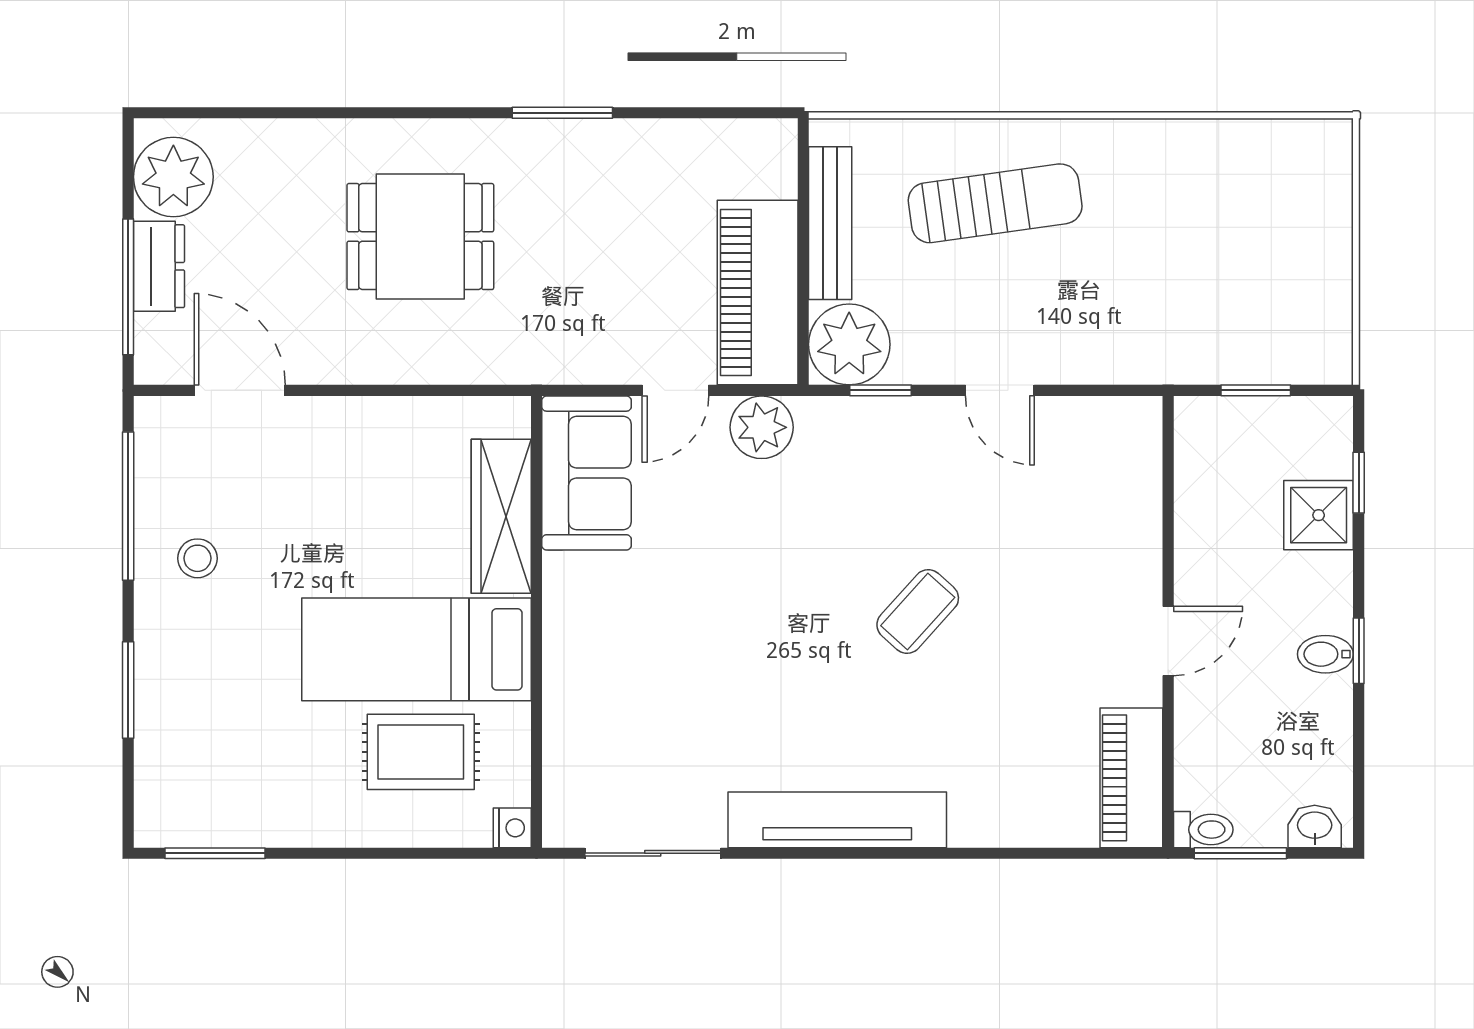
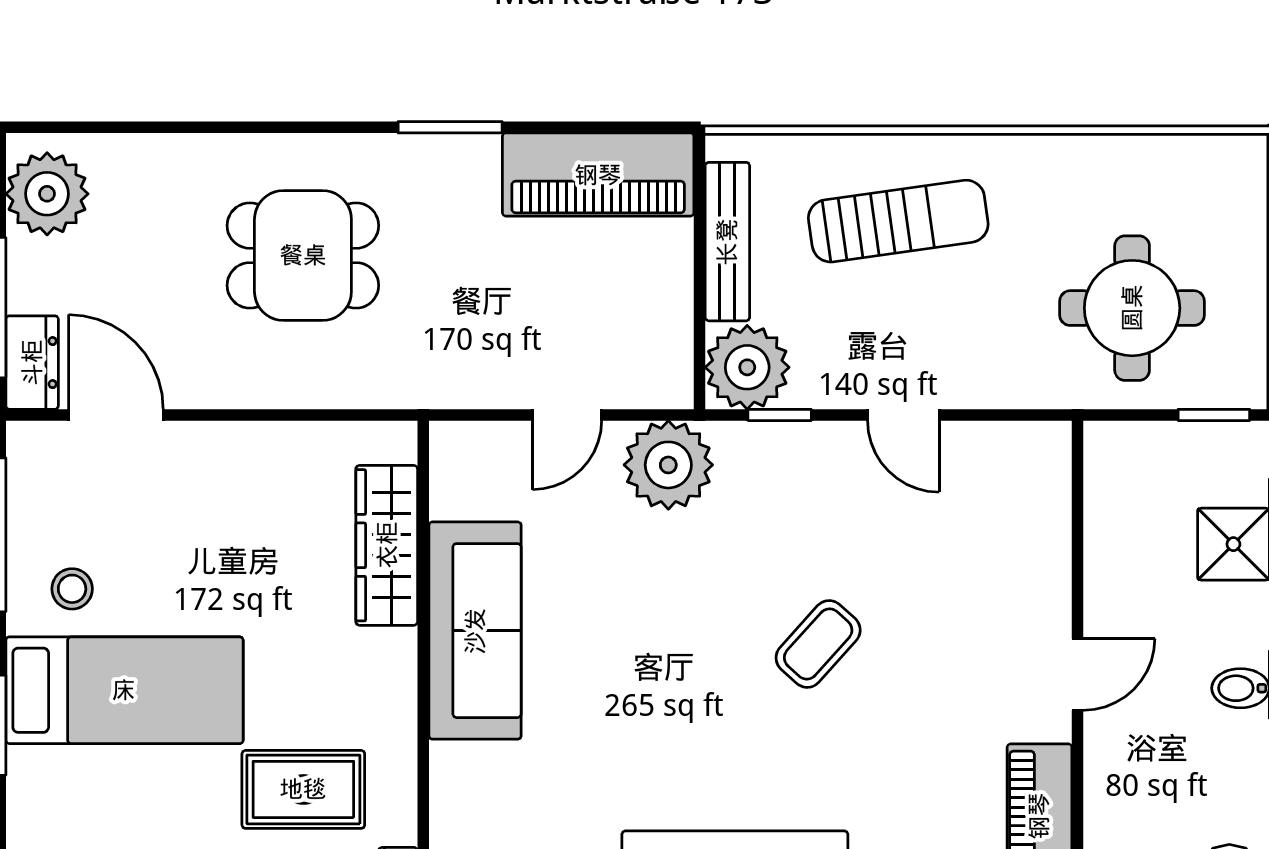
dresser: (159, 266) -> (32, 363), moved
round table: (1221, 287) -> (1132, 308), added
piano: (758, 293) -> (598, 175), moved, turned -90
window: (1256, 390) -> (1214, 415), moved
plant: (762, 427) -> (668, 465), width x1.36, depth x1.36
sofa: (586, 473) -> (475, 631), moved, width x1.36
bed: (416, 649) -> (124, 690), moved, turned 180

